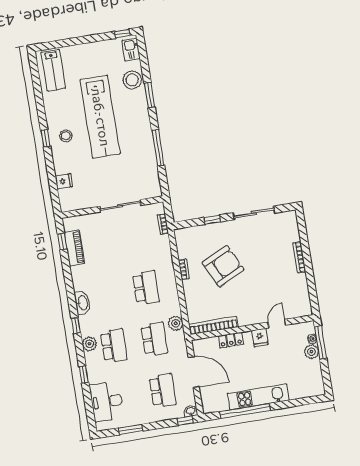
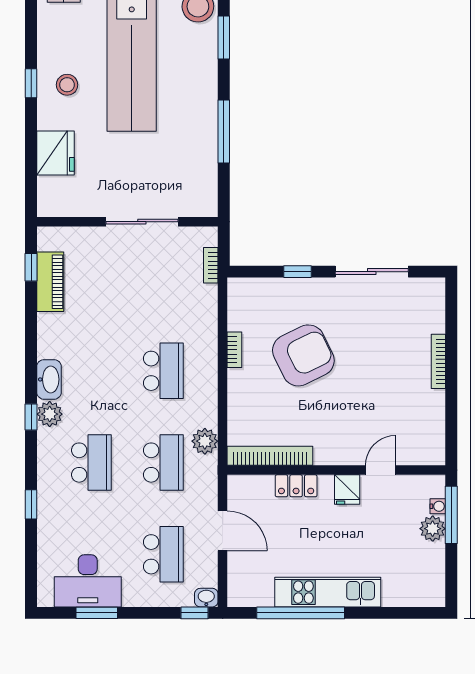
fridge: (64, 181) -> (56, 153), width x1.88, depth x1.34
plant: (89, 344) -> (50, 414), moved
door: (194, 372) -> (223, 531), width x0.73
desk: (107, 402) -> (88, 581), moved, turned -90

